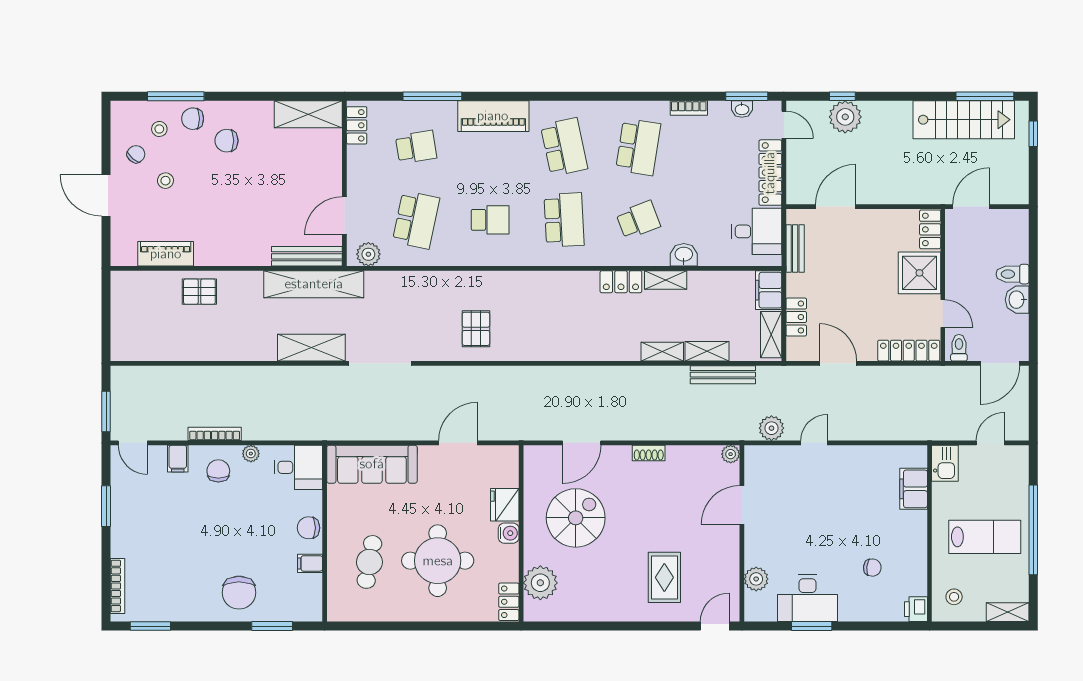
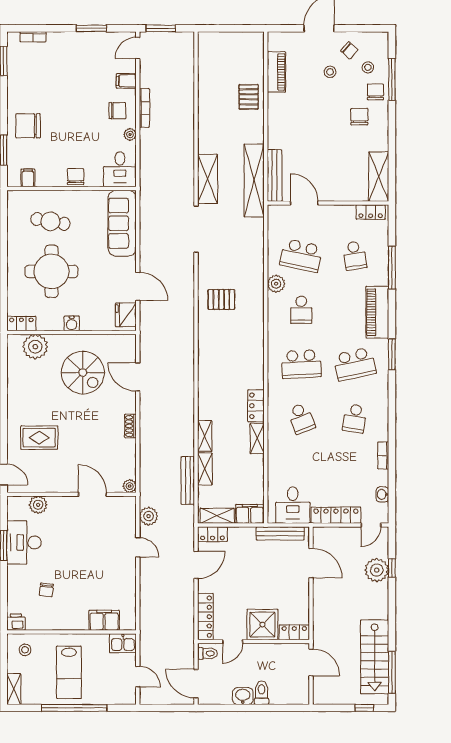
window: (747, 96) -> (392, 354), moved
school desk: (638, 147) -> (355, 418), width x0.54
bench: (795, 249) -> (280, 533), width x1.36
plant: (368, 254) -> (276, 284), moved
washbasin: (684, 255) -> (276, 452), removed
locker: (796, 317) -> (212, 534), moved
fridge: (505, 505) -> (126, 315), moved, turned -90
filing cabinet: (310, 563) -> (28, 178), moved
bookcase: (117, 586) -> (33, 37), width x0.64

